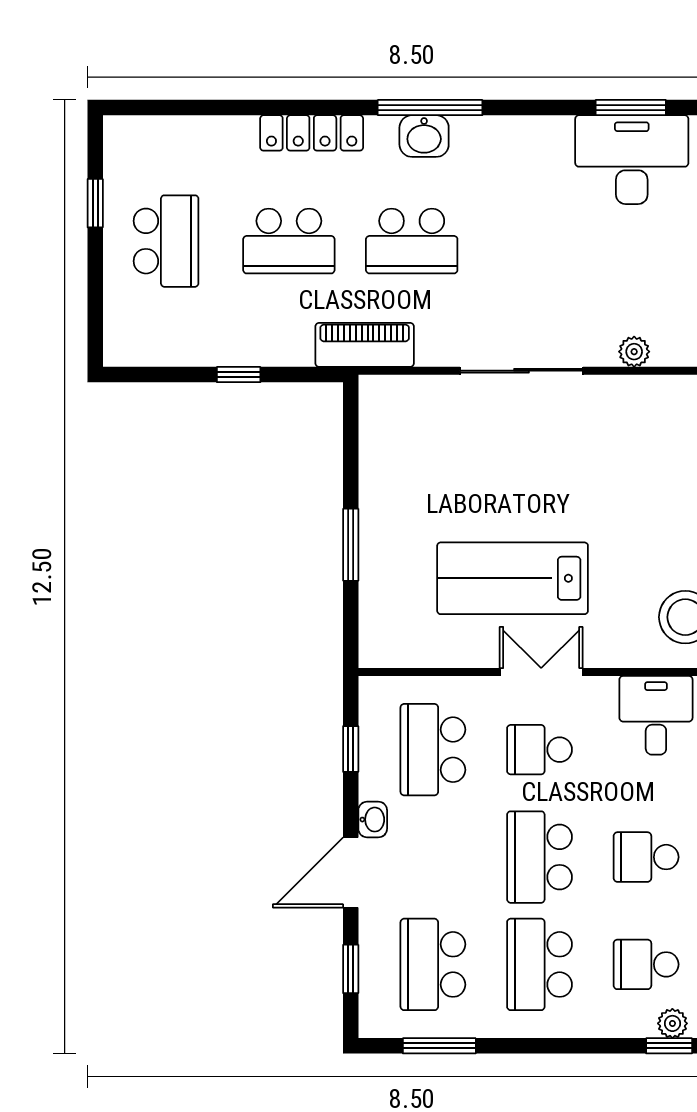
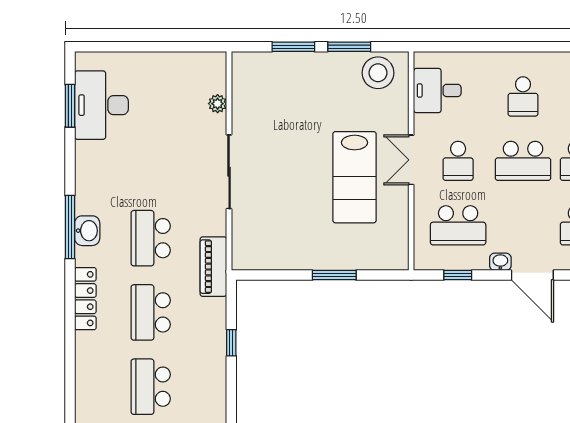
school desk: (166, 241) -> (151, 387), turned -90
school desk: (289, 241) -> (151, 312), turned 180
school desk: (412, 241) -> (151, 238), turned 180

